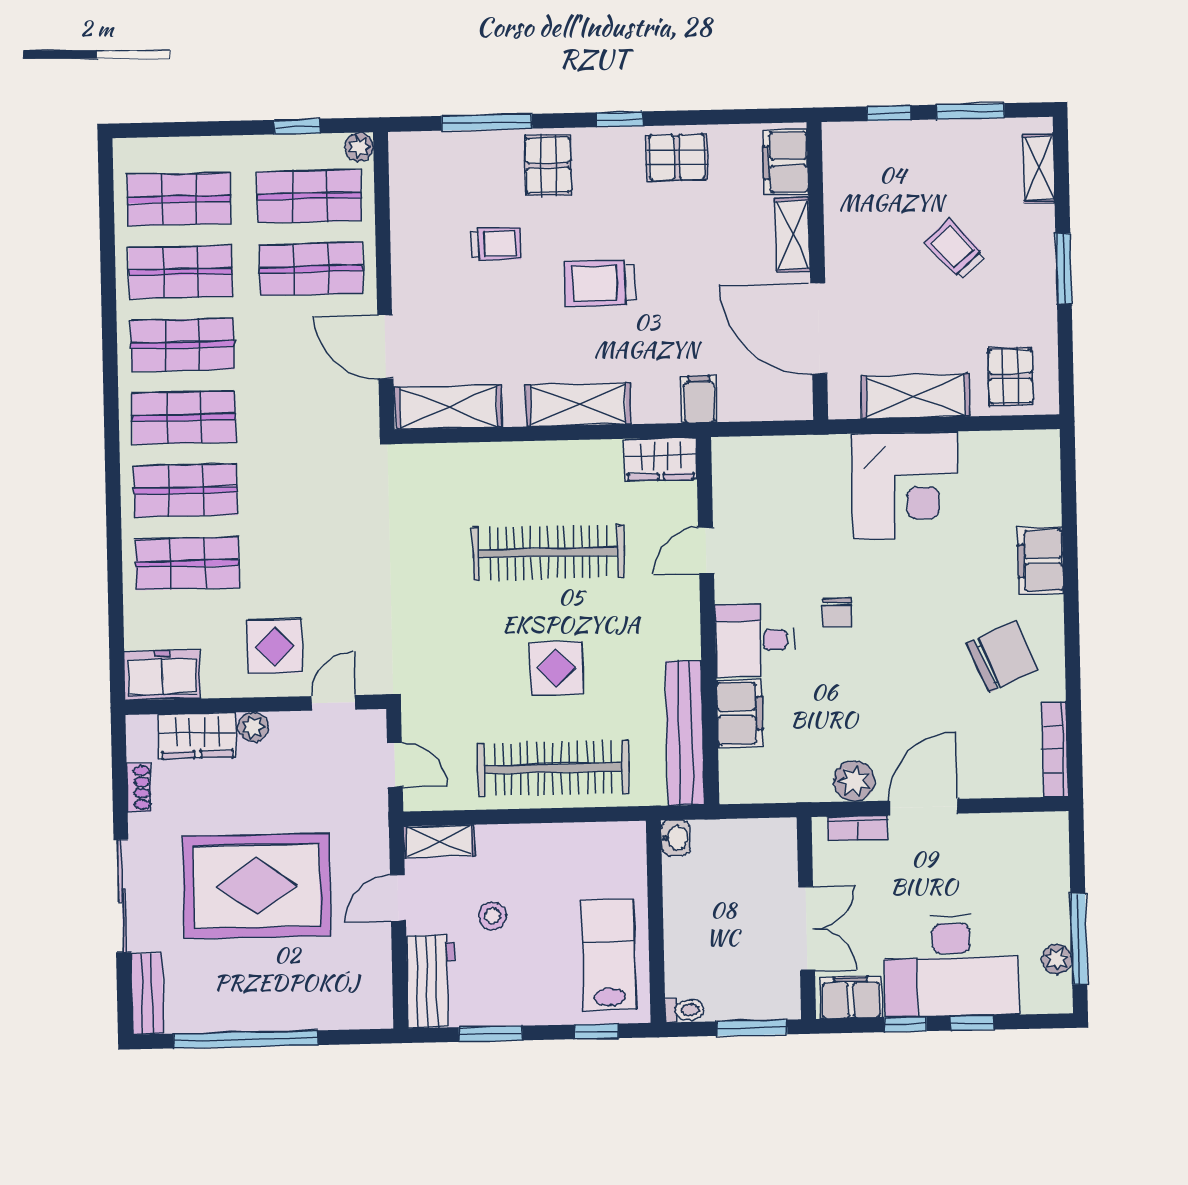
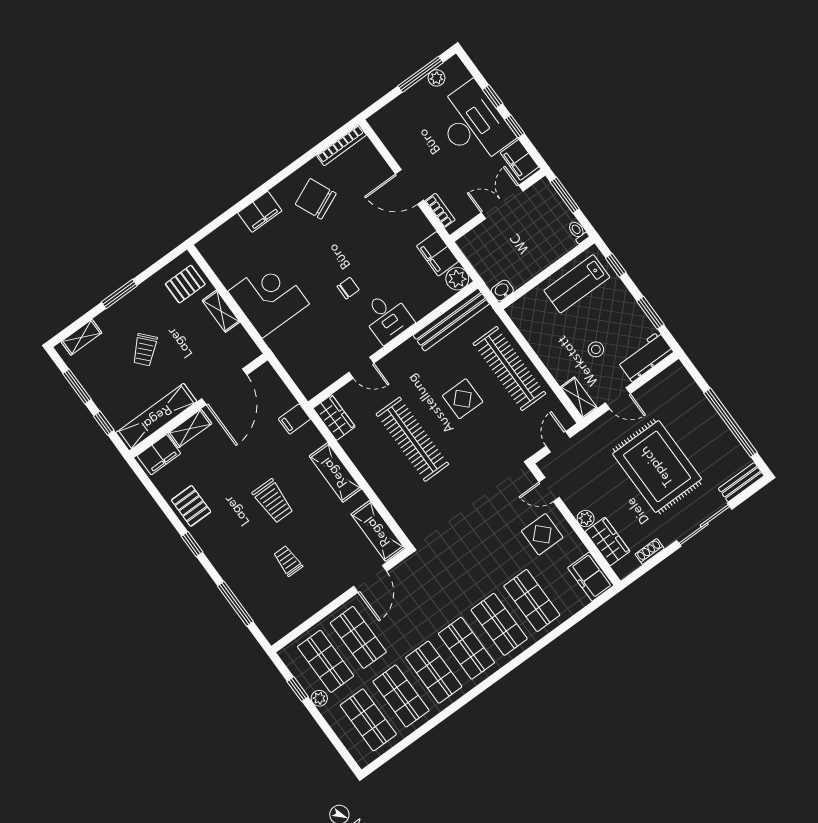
plant: (359, 147) -> (319, 698), moved
pallet: (548, 165) -> (236, 562), removed
shelving: (844, 197) -> (156, 417), added
shelving: (916, 396) -> (221, 311), width x0.67, depth x0.75
filing cabinet: (740, 713) -> (438, 254), moved, turned -90
plant: (854, 781) -> (457, 279), moved

